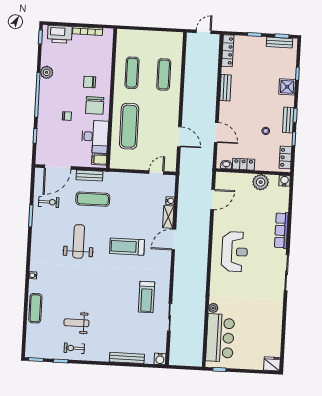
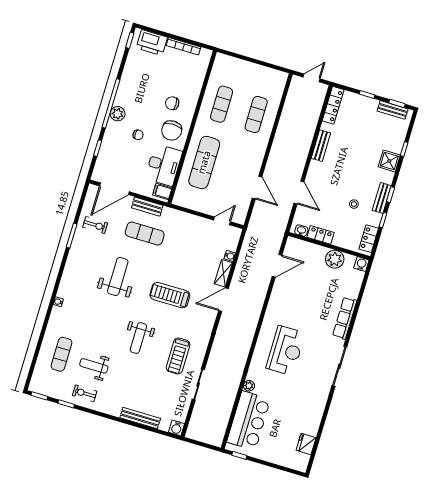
plant: (47, 72) -> (118, 114), moved
reception desk: (235, 252) -> (286, 350), moved
weight bench: (109, 290) -> (138, 338), added
exercise mat: (35, 308) -> (61, 354), moved
fridge: (272, 364) -> (306, 444), moved, turned -90

